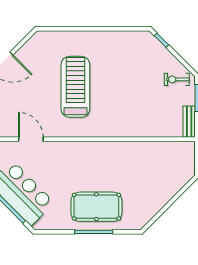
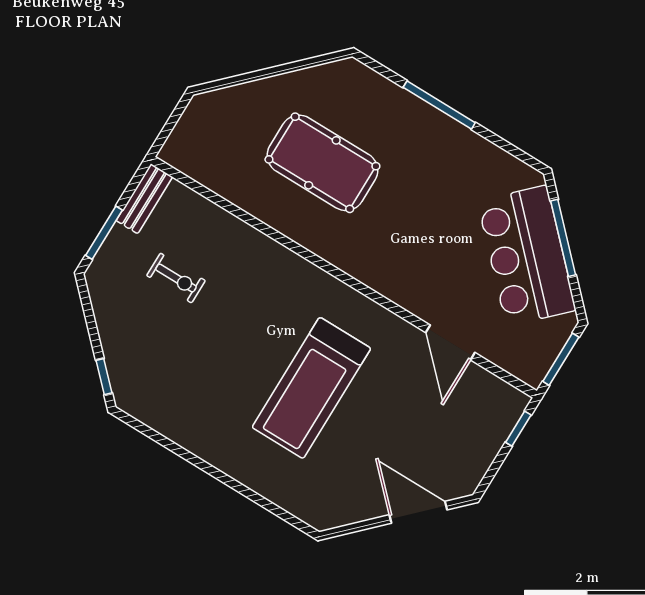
exercise bike: (177, 79) -> (176, 278), moved
pool table: (96, 207) -> (322, 163), moved

